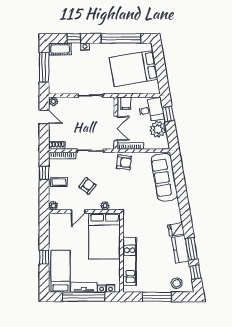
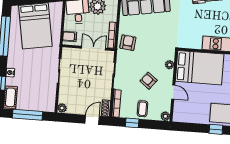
door: (44, 117) -> (92, 120), moved

